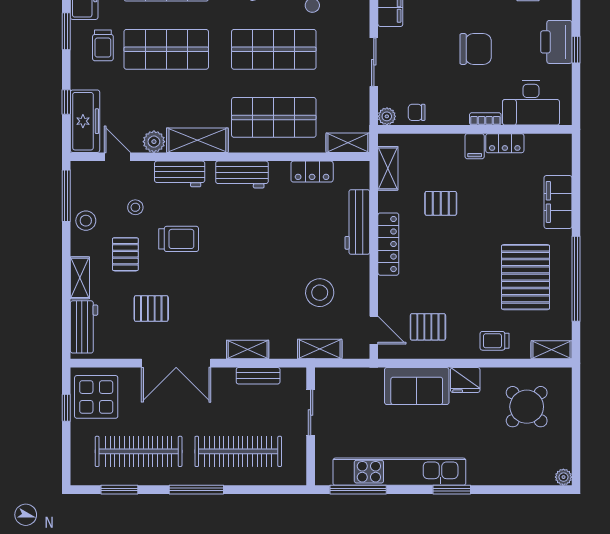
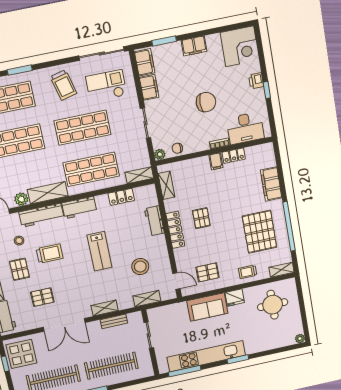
printer: (556, 42) -> (256, 81), width x0.53, depth x0.68
workbench: (180, 174) -> (41, 215), width x1.37
pallet: (441, 203) -> (201, 218), moved, turned 90
workbench: (357, 222) -> (154, 221), width x0.73
lab bench: (259, 253) -> (99, 251), added
round table: (527, 407) -> (273, 305), turned 45

